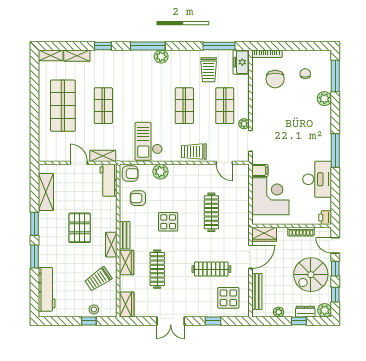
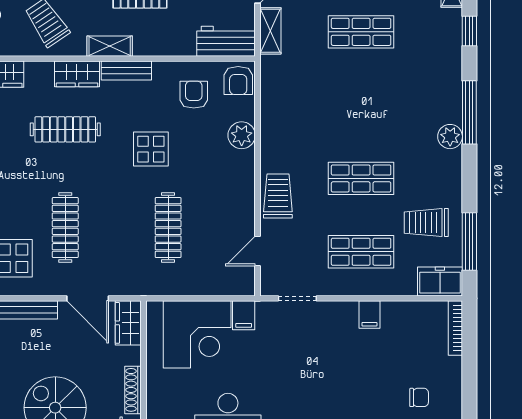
chair: (275, 79) -> (409, 343), removed
filing cabinet: (259, 101) -> (369, 315), added
plant: (244, 124) -> (328, 287), removed
checkout: (149, 141) -> (297, 114), removed
clothes rail: (211, 212) -> (168, 228), turned 90

